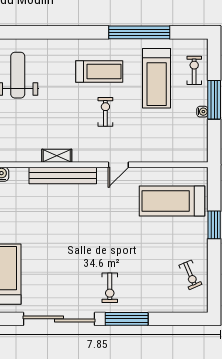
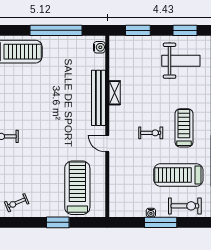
exercise bike: (194, 70) -> (185, 206), width x1.38, depth x1.39
treadmill: (99, 71) -> (184, 128), turned 180

